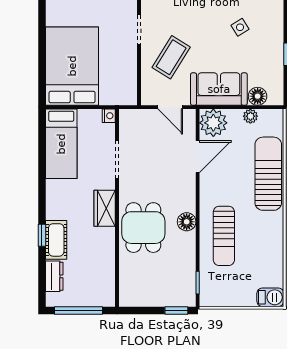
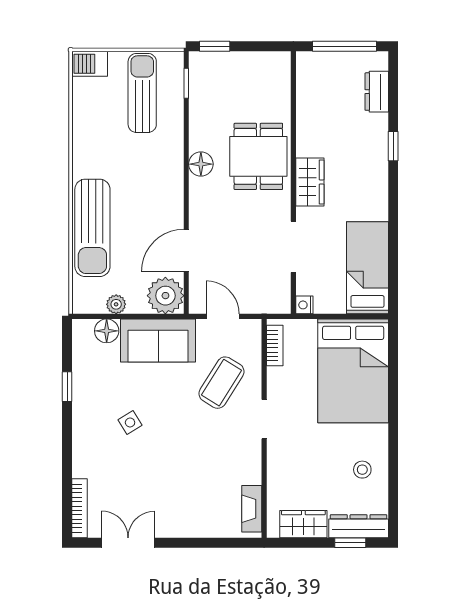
bookcase: (131, 85) -> (275, 346), added
sun lounger: (224, 236) -> (142, 93), moved
cot: (56, 240) -> (374, 140), removed

